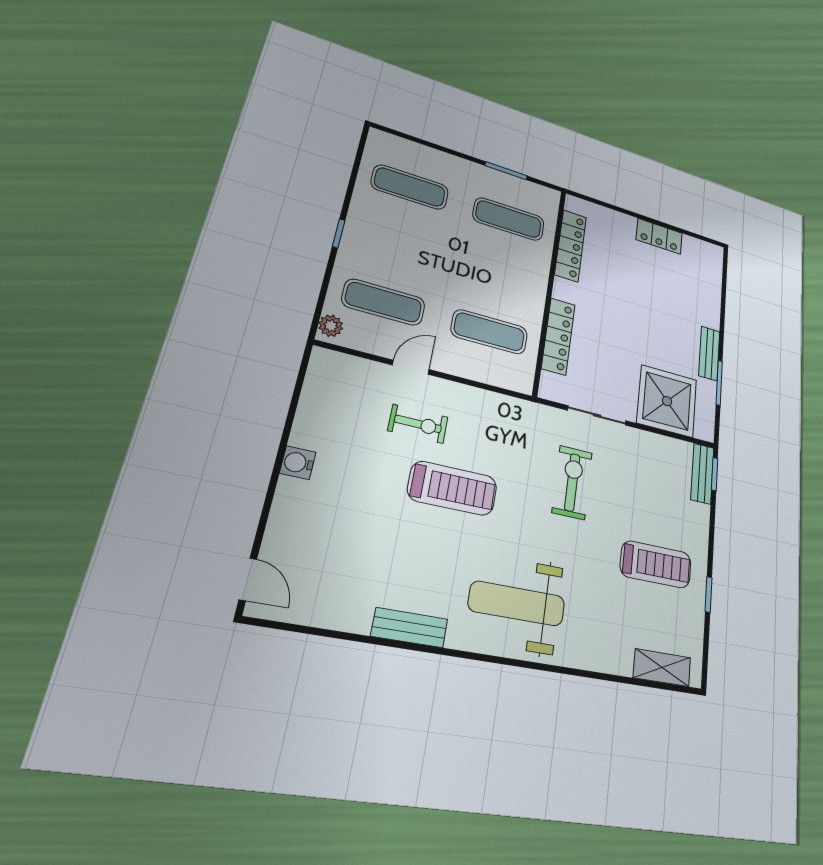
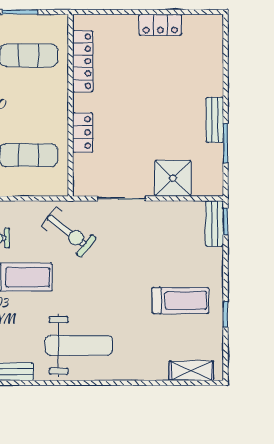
locker: (558, 336) -> (83, 132), width x0.66
shower: (667, 401) -> (173, 178), width x0.73, depth x0.73
exercise bike: (572, 482) -> (69, 232), moved, turned 128
weight bench: (517, 604) -> (79, 345), turned 180

